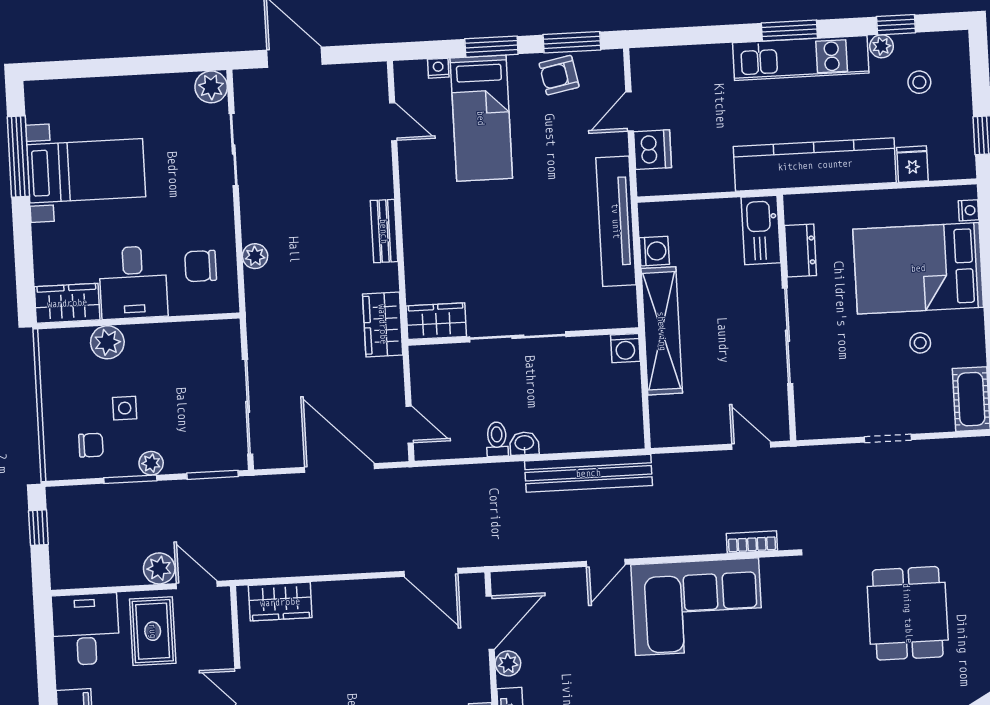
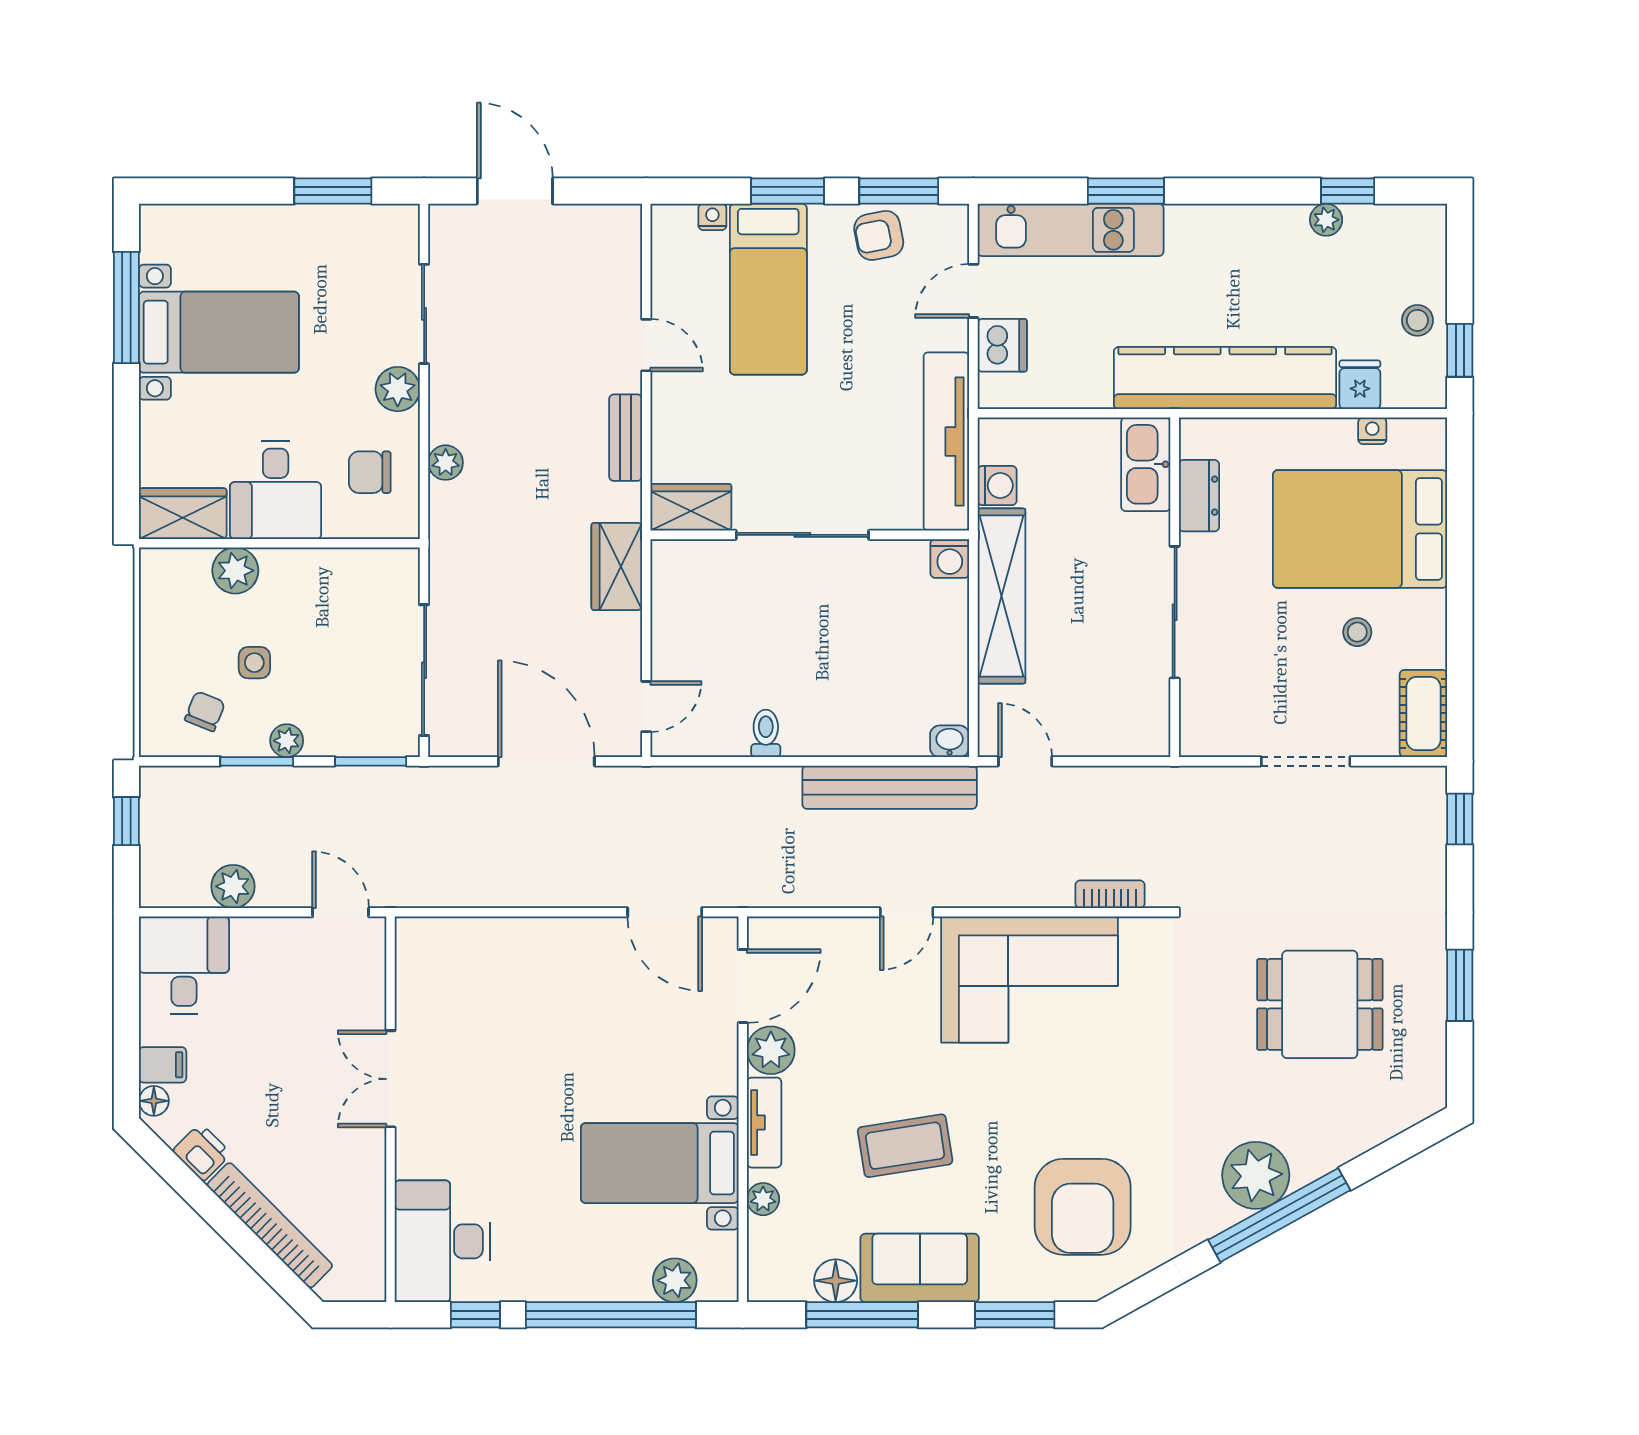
window: (789, 30) -> (1126, 191), moved
kitchen unit: (801, 58) -> (1071, 230), moved
window: (163, 64) -> (333, 191), added
stool: (919, 82) -> (1417, 320), moved
plant: (211, 87) -> (398, 389), moved
door: (393, 122) -> (646, 345), moved
nightstand: (969, 210) -> (1372, 431), moved, turned -90
wardrobe: (436, 321) -> (691, 507), moved
wall: (523, 336) -> (810, 535), moved
sliding door: (518, 337) -> (802, 535), moved
washing machine: (625, 348) -> (950, 558), moved
door: (410, 425) -> (646, 707), hinge flipped
doorway: (888, 438) -> (1306, 761), width x1.38
washbasin: (524, 443) -> (950, 741), moved
chair: (91, 445) -> (205, 711), turned -68
door: (751, 446) -> (1025, 761), moved
plant: (159, 568) -> (233, 886), moved
wardrobe: (280, 602) -> (454, 941), removed
dining table: (908, 613) -> (1320, 1004), turned 90
rug: (153, 631) -> (276, 973), removed
plant: (508, 663) -> (771, 1050), width x1.38, depth x1.38

